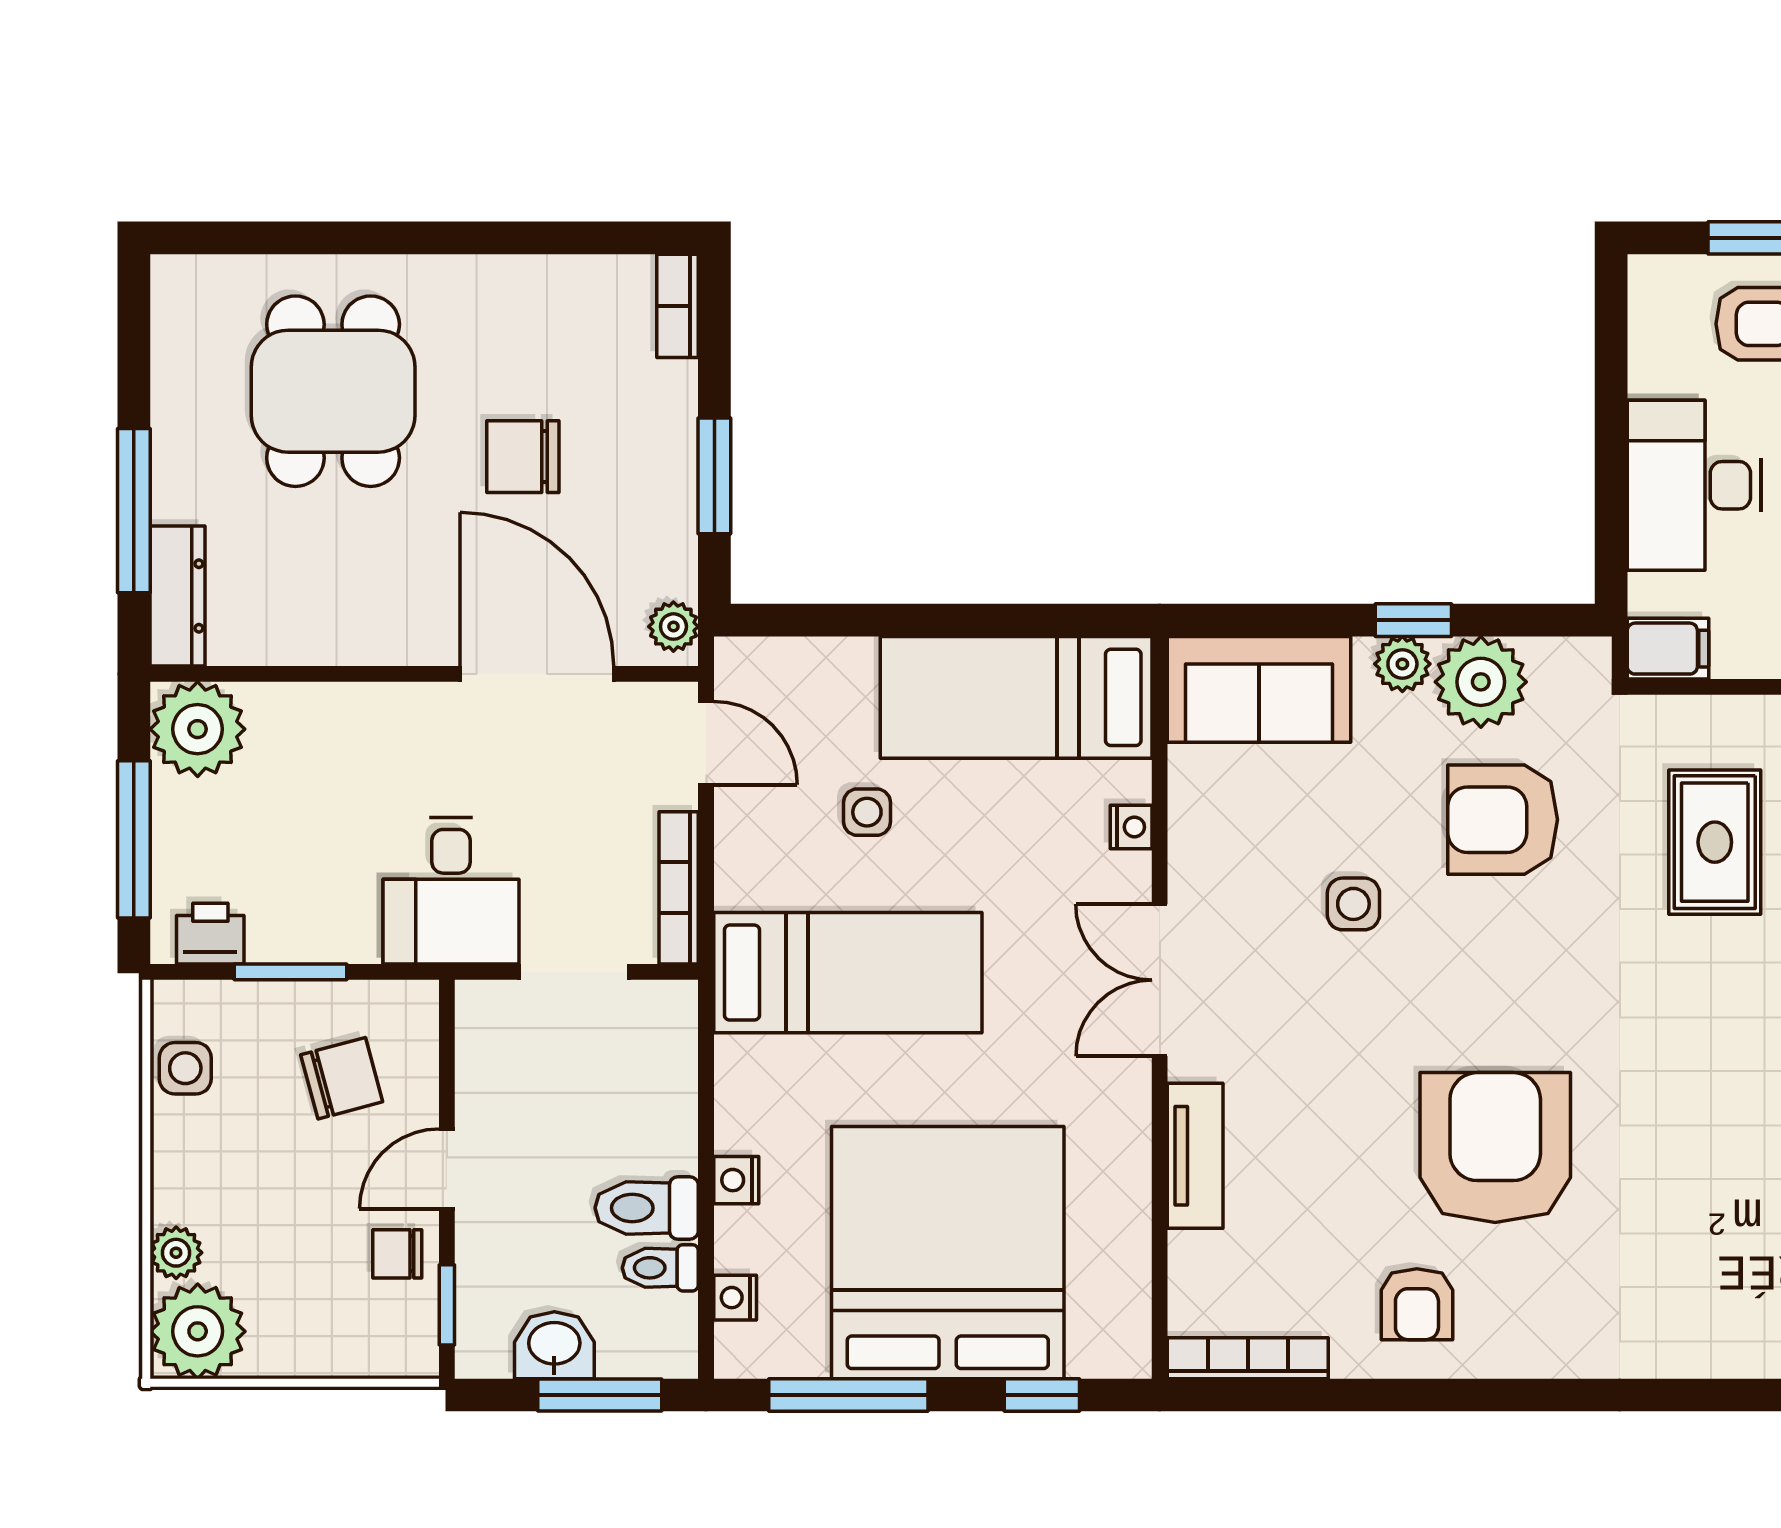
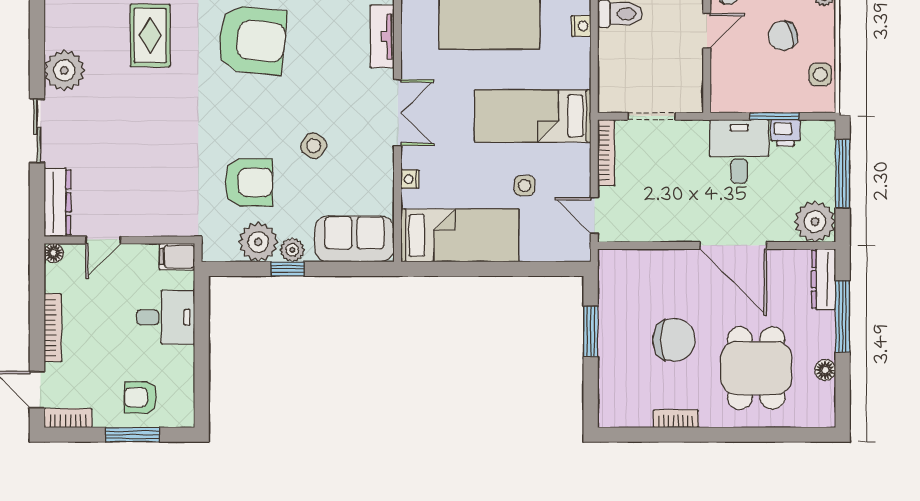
bookcase: (678, 306) -> (676, 419), moved, turned -90
floor lamp: (174, 387) -> (825, 370), added
chair: (523, 457) -> (674, 340), width x1.37, depth x1.37
desk: (1694, 485) -> (166, 317), width x0.73
plant: (673, 627) -> (608, 266), removed
door: (537, 674) -> (733, 246), moved
rug: (1715, 842) -> (150, 35), moved
desk: (451, 891) -> (739, 151), moved
side table: (1353, 904) -> (314, 146), turned 34
printer: (210, 934) -> (786, 133), moved
chair: (342, 1078) -> (783, 36), moved
armchair: (1495, 1148) -> (252, 40), turned -84

